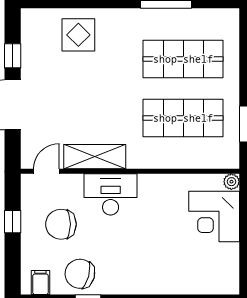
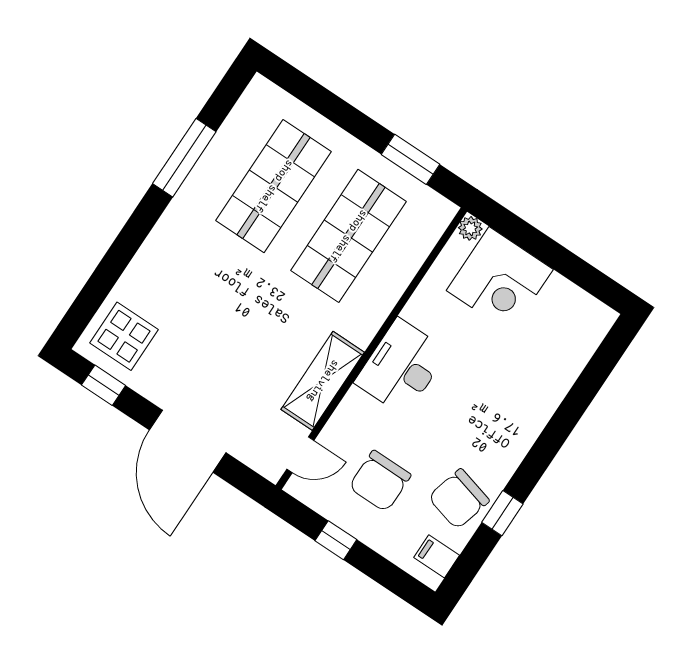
display table: (78, 35) -> (124, 336), moved
window: (13, 56) -> (104, 385), moved
door: (46, 171) -> (300, 455), swing flipped
desk: (111, 194) -> (401, 367), moved

